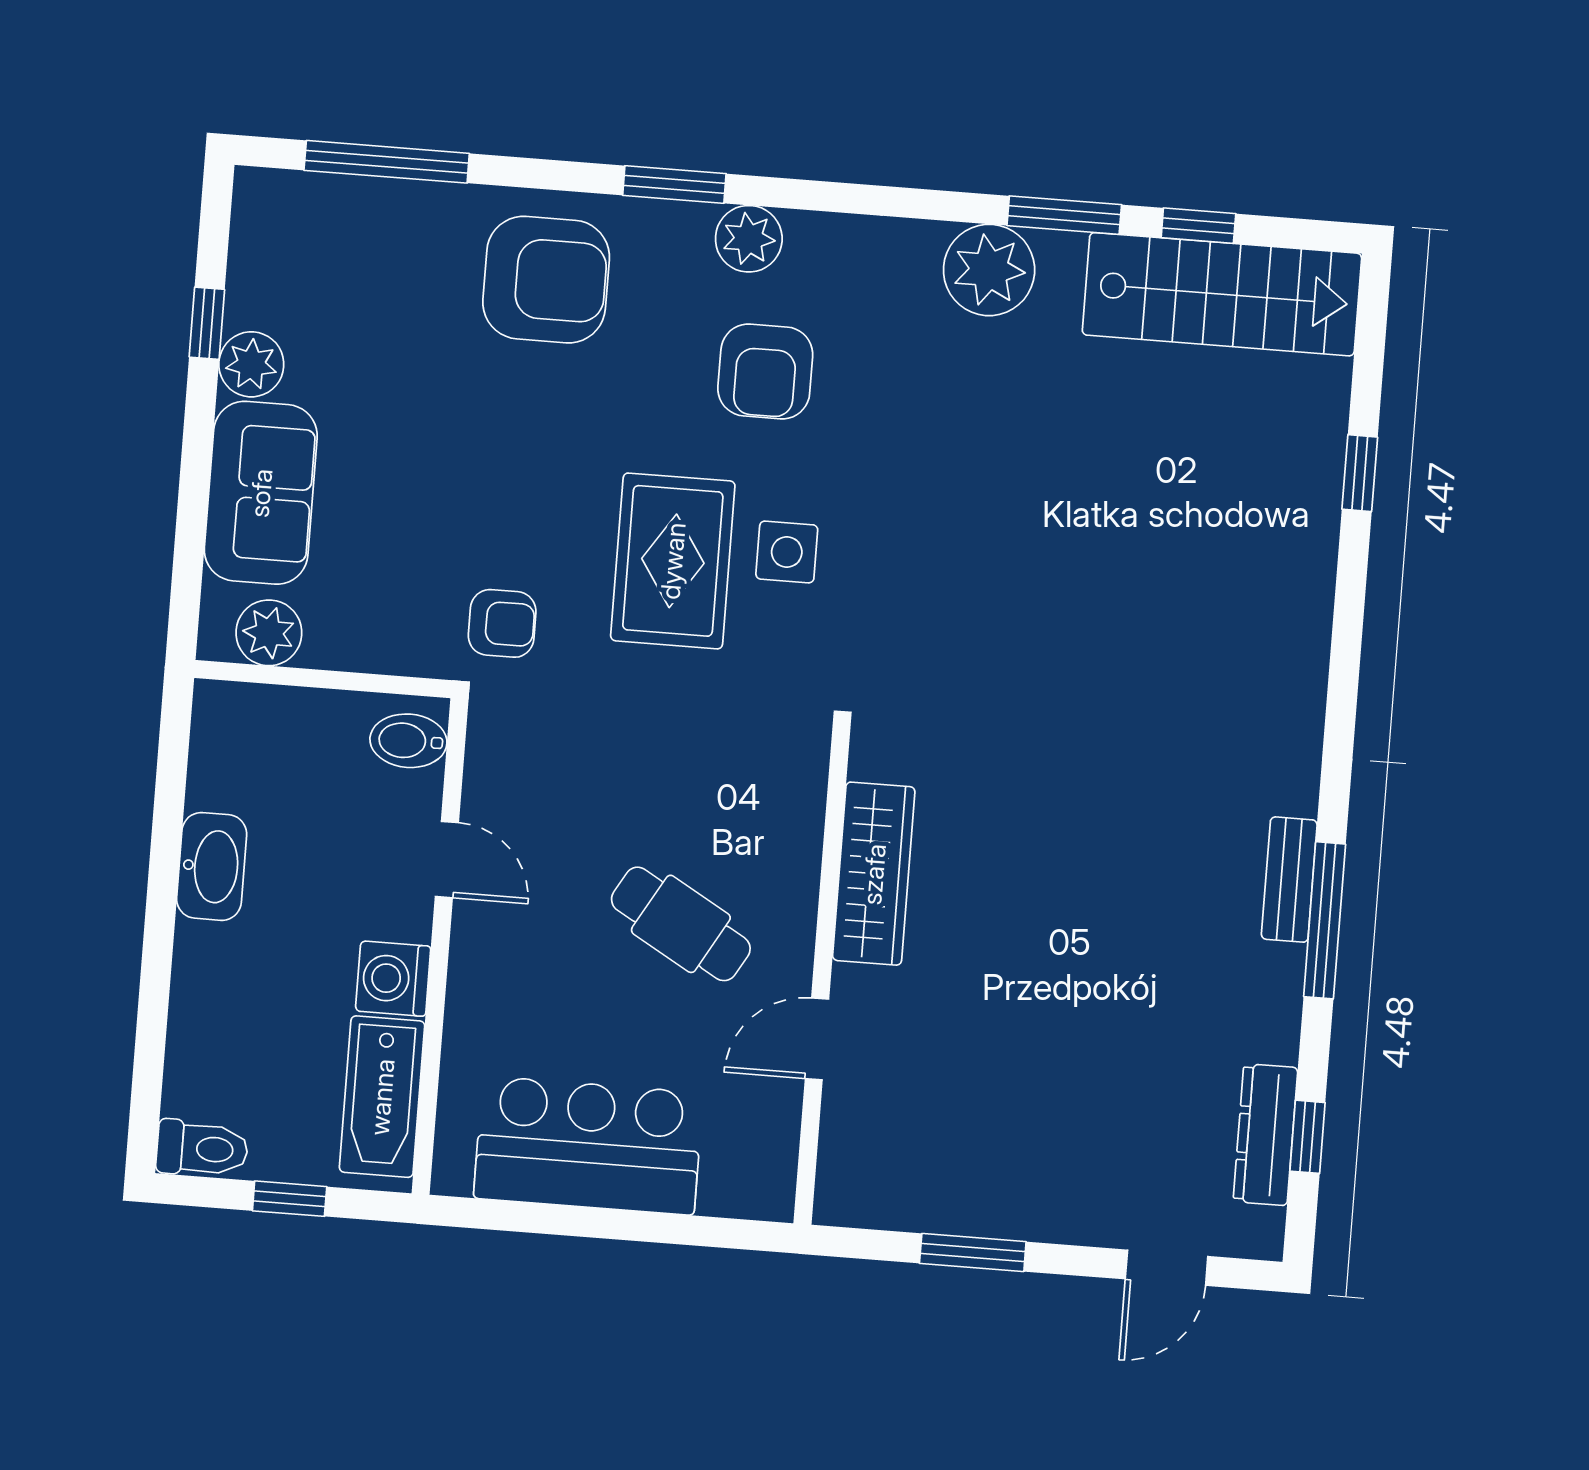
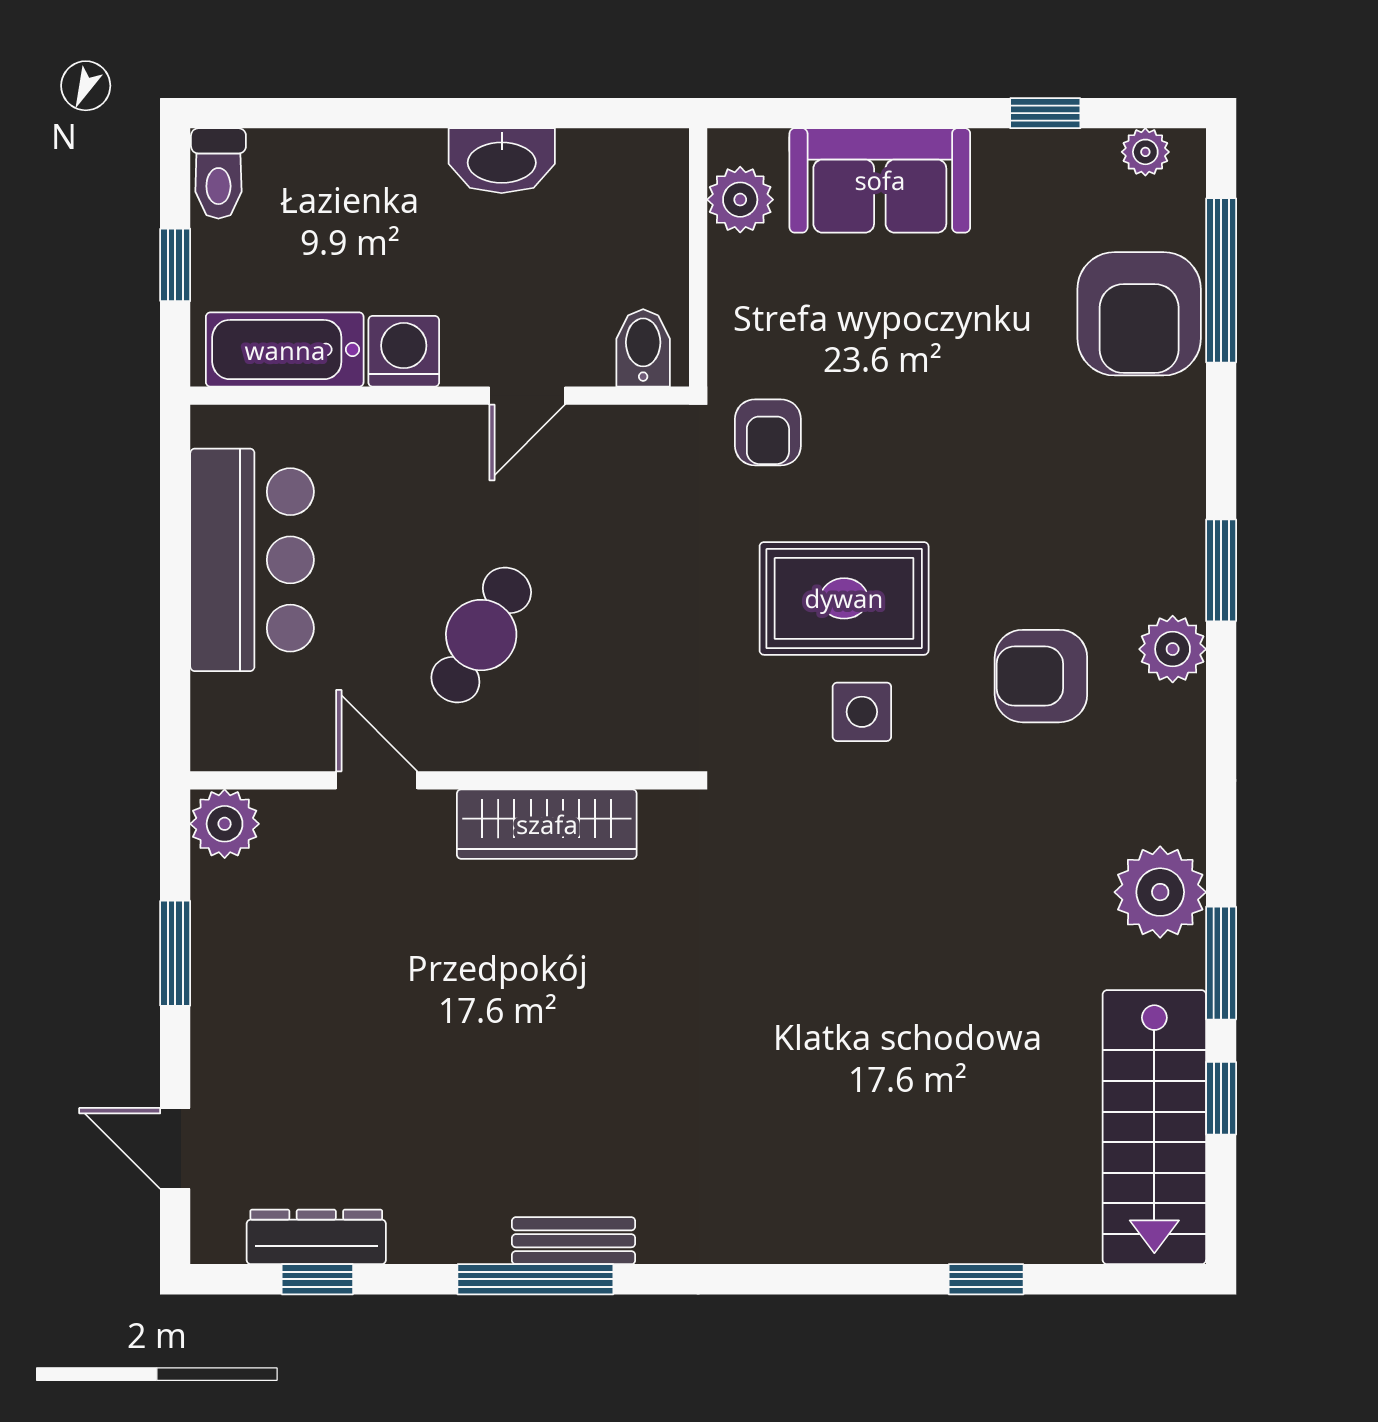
armchair: (546, 280) -> (1139, 314), moved
plant: (251, 364) -> (1145, 152), moved, width x0.73, depth x0.73
plant: (848, 1193) -> (225, 824), added

